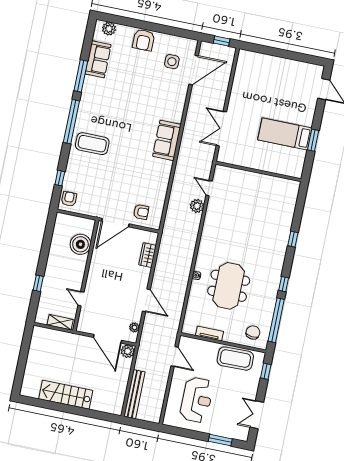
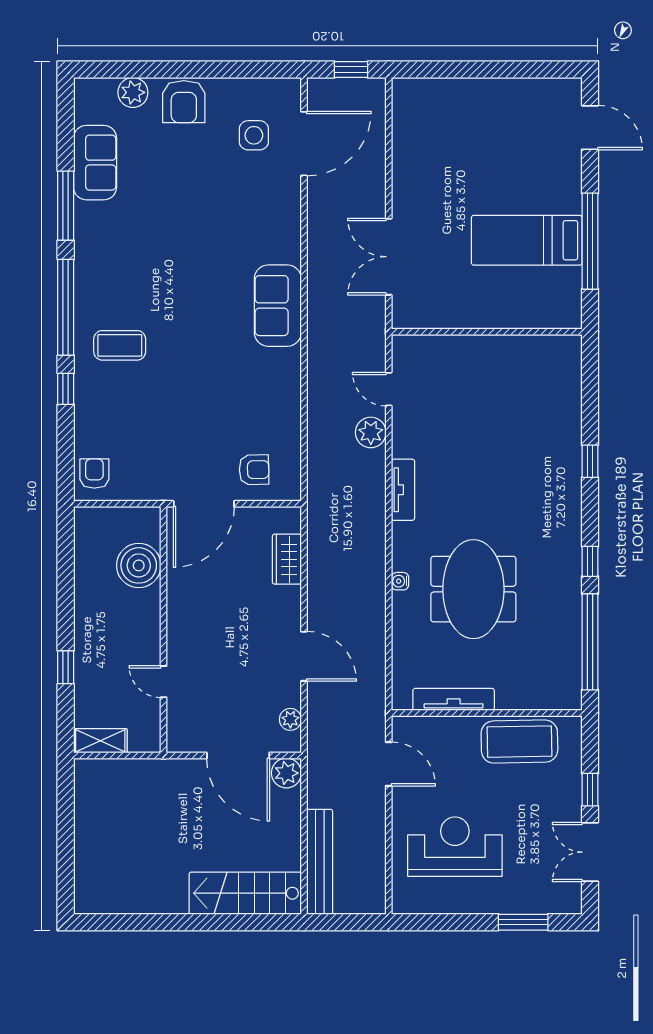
plant: (109, 29) -> (133, 92), moved
window: (313, 140) -> (590, 241), width x2.11
coffee table: (92, 144) -> (120, 345), width x0.73, depth x0.76
window: (60, 178) -> (66, 389), moved
tv unit: (206, 235) -> (403, 490), added
shelving: (60, 322) -> (100, 741), moved
chair: (253, 332) -> (546, 678), removed
tv unit: (210, 334) -> (454, 699), width x1.41
window: (266, 371) -> (590, 790), moved
stairs: (66, 395) -> (245, 893), moved
reception desk: (197, 400) -> (455, 847), turned -90

